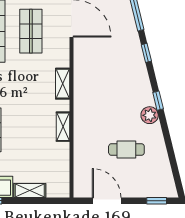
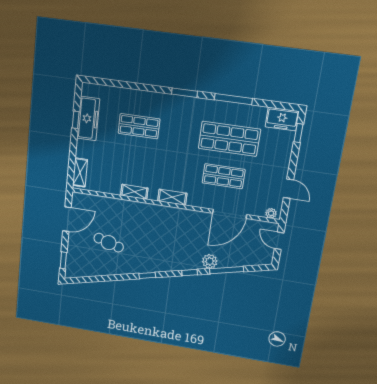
plant: (150, 115) -> (210, 261), moved
cafe table: (126, 149) -> (109, 243), turned -74
shelving: (30, 190) -> (80, 172), moved

